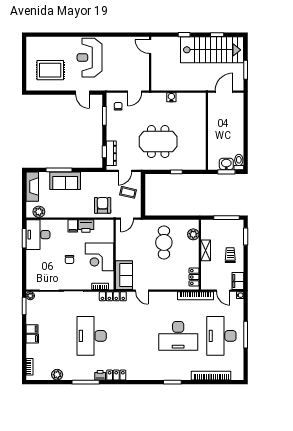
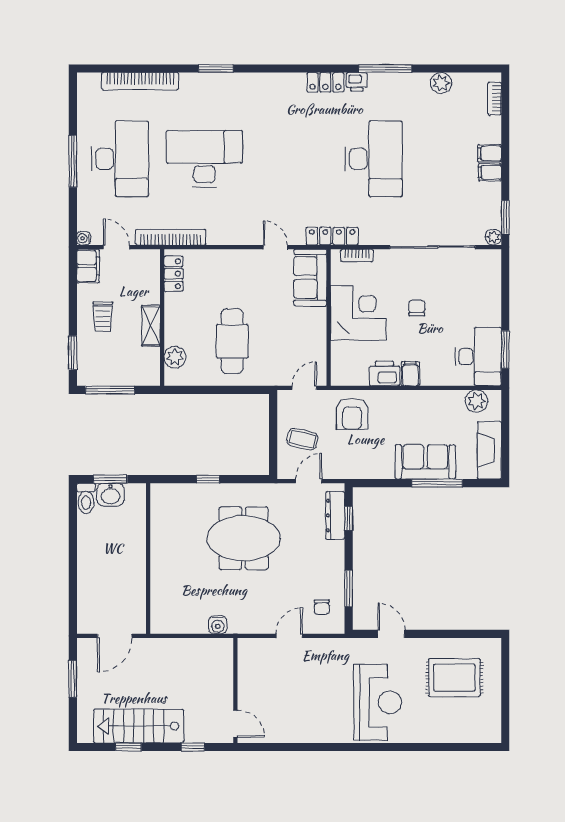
door: (150, 47) -> (235, 724), moved
stairs: (212, 50) -> (139, 726), width x0.73, depth x0.66
wall: (150, 64) -> (235, 690), moved

